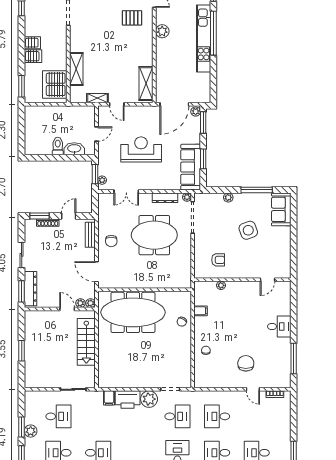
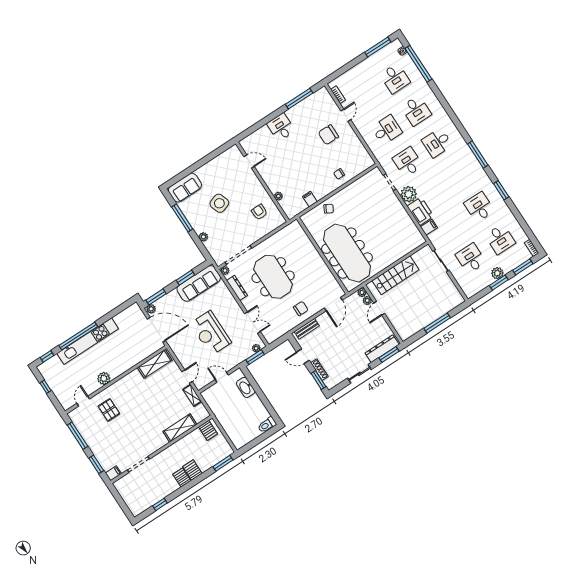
server rack: (55, 84) -> (208, 430), width x0.46, depth x0.70
toilet: (58, 146) -> (267, 425), moved
window: (22, 351) -> (437, 323), width x1.44
desk: (217, 416) -> (387, 130), turned -90

